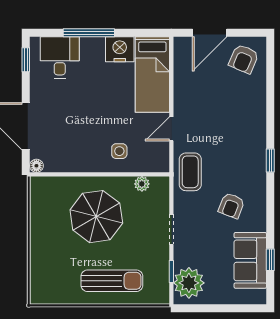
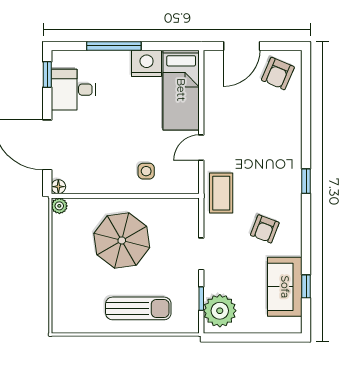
desk: (60, 58) -> (73, 90), moved, turned -90
plant: (142, 184) -> (59, 206), moved

